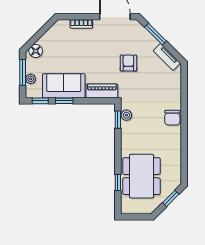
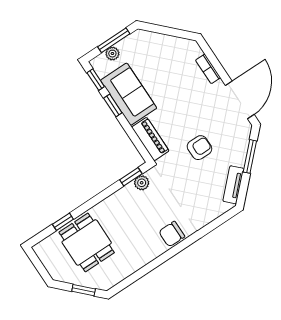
floor lamp: (36, 51) -> (146, 39), removed
dining table: (141, 176) -> (87, 242), width x0.73

